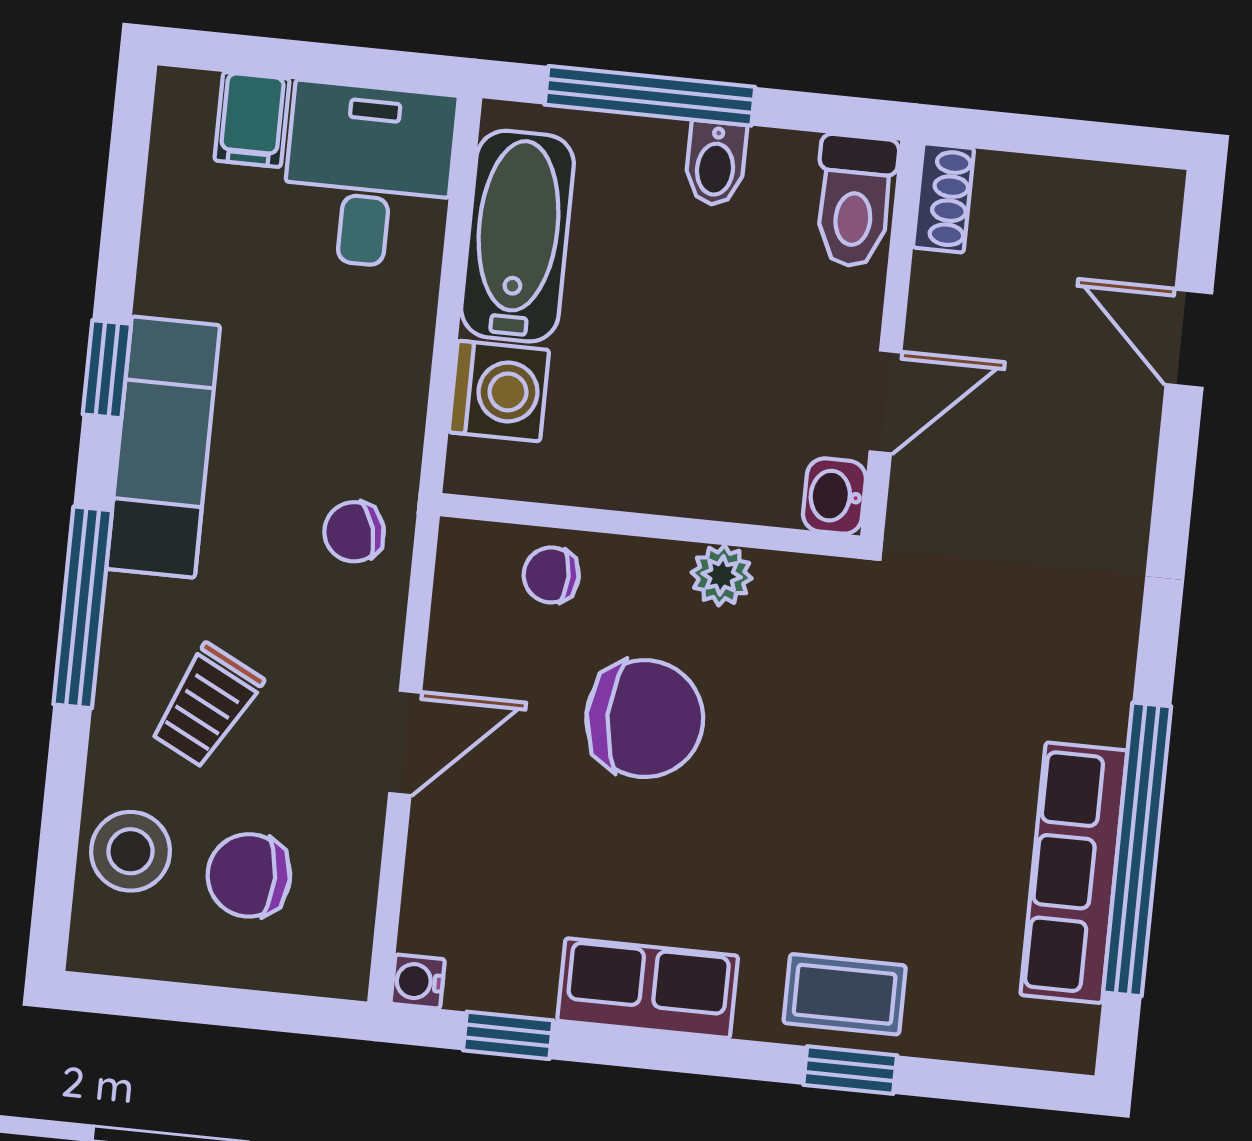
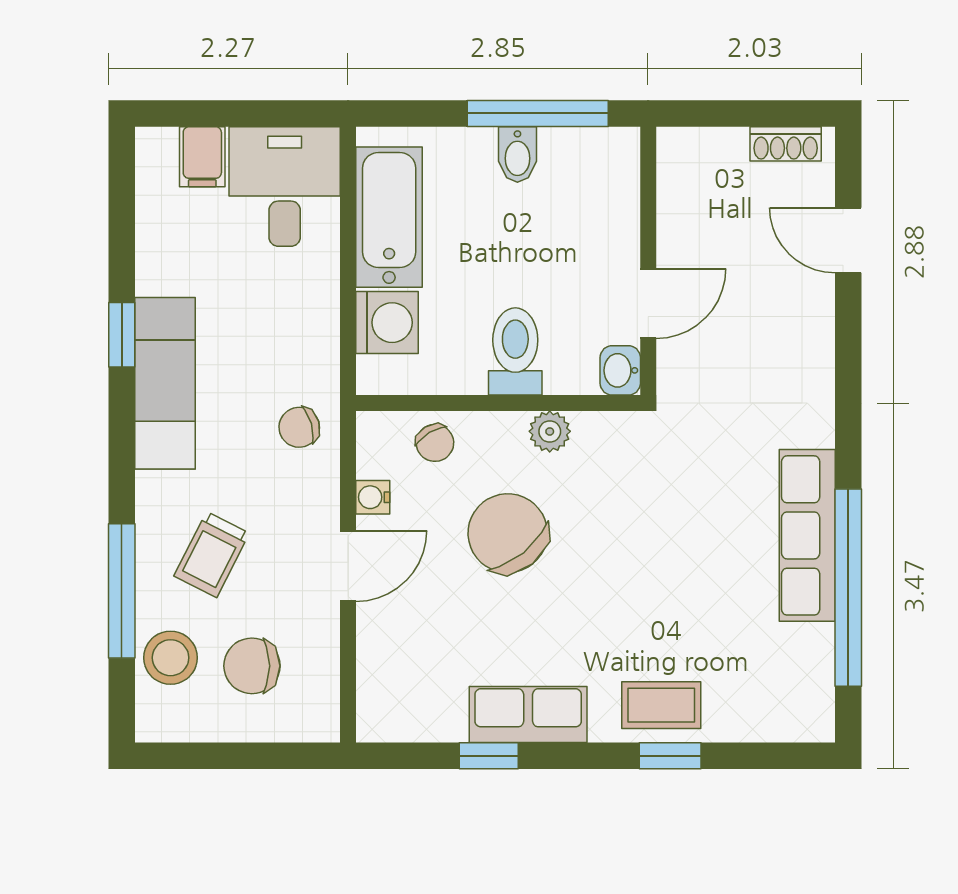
window: (650, 96) -> (538, 113), moved
shoe rack: (944, 198) -> (786, 144), moved, turned 90
toilet: (855, 201) -> (515, 351), moved, turned 180
chair: (551, 575) -> (435, 443), turned -121
window: (83, 607) -> (122, 591), moved
chair: (645, 719) -> (508, 533), turned -129
row of seats: (1074, 873) -> (807, 535), moved
water cooler: (418, 982) -> (373, 497), moved
window: (508, 1035) -> (489, 756), moved

